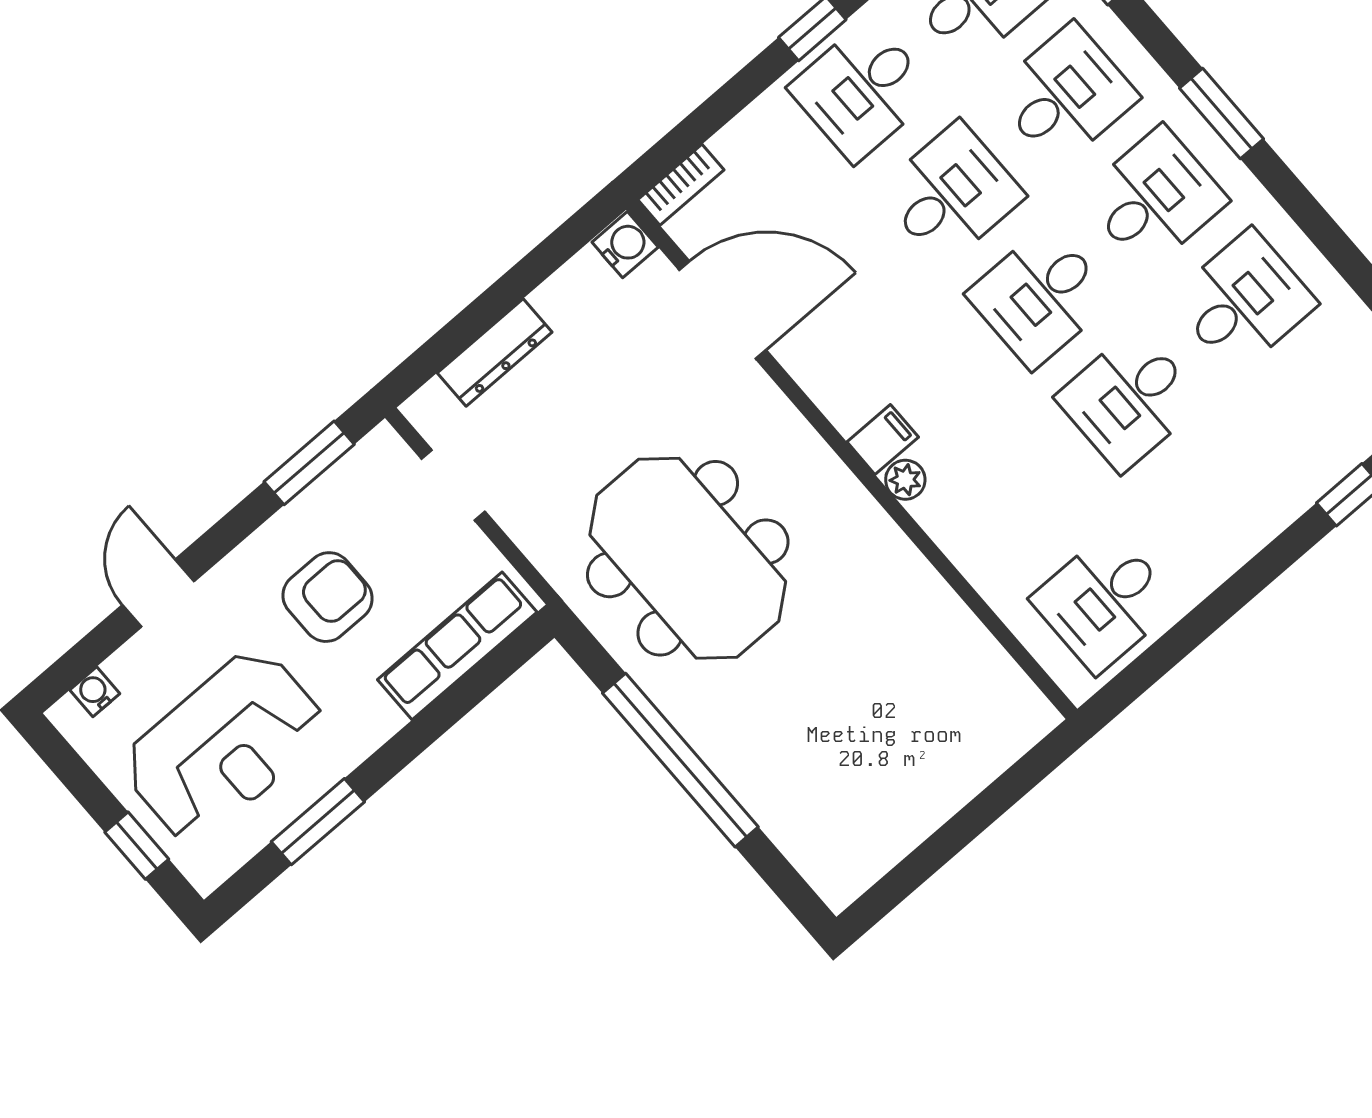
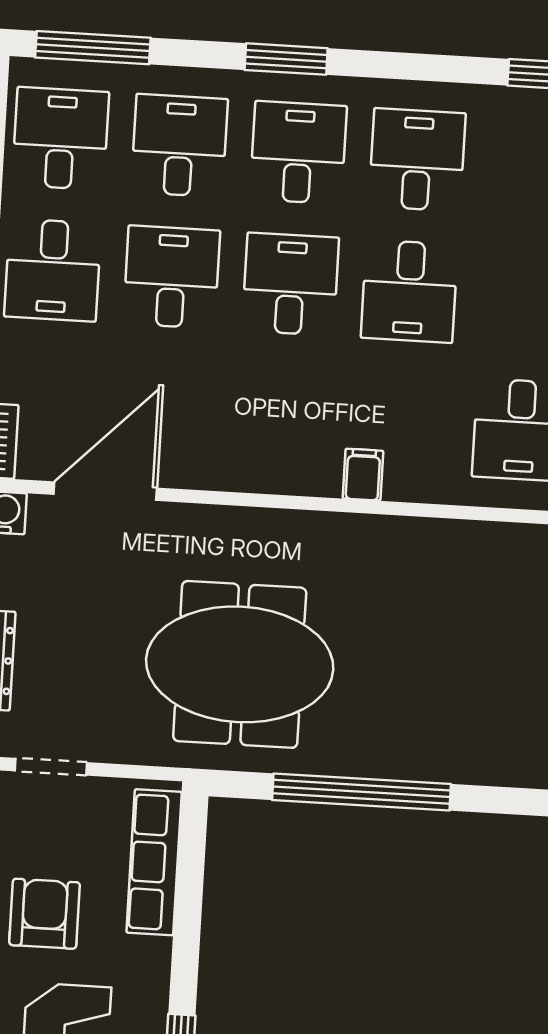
desk: (1040, 297) -> (290, 284), turned 180
filing cabinet: (883, 439) -> (363, 475), moved
plant: (905, 480) -> (323, 480), removed

